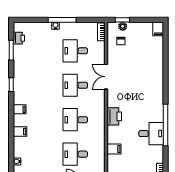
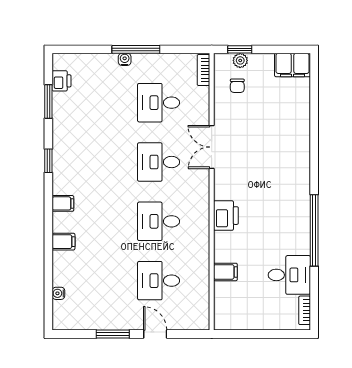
filing cabinet: (158, 29) -> (293, 65), width x2.00
desk: (151, 134) -> (289, 275), moved

